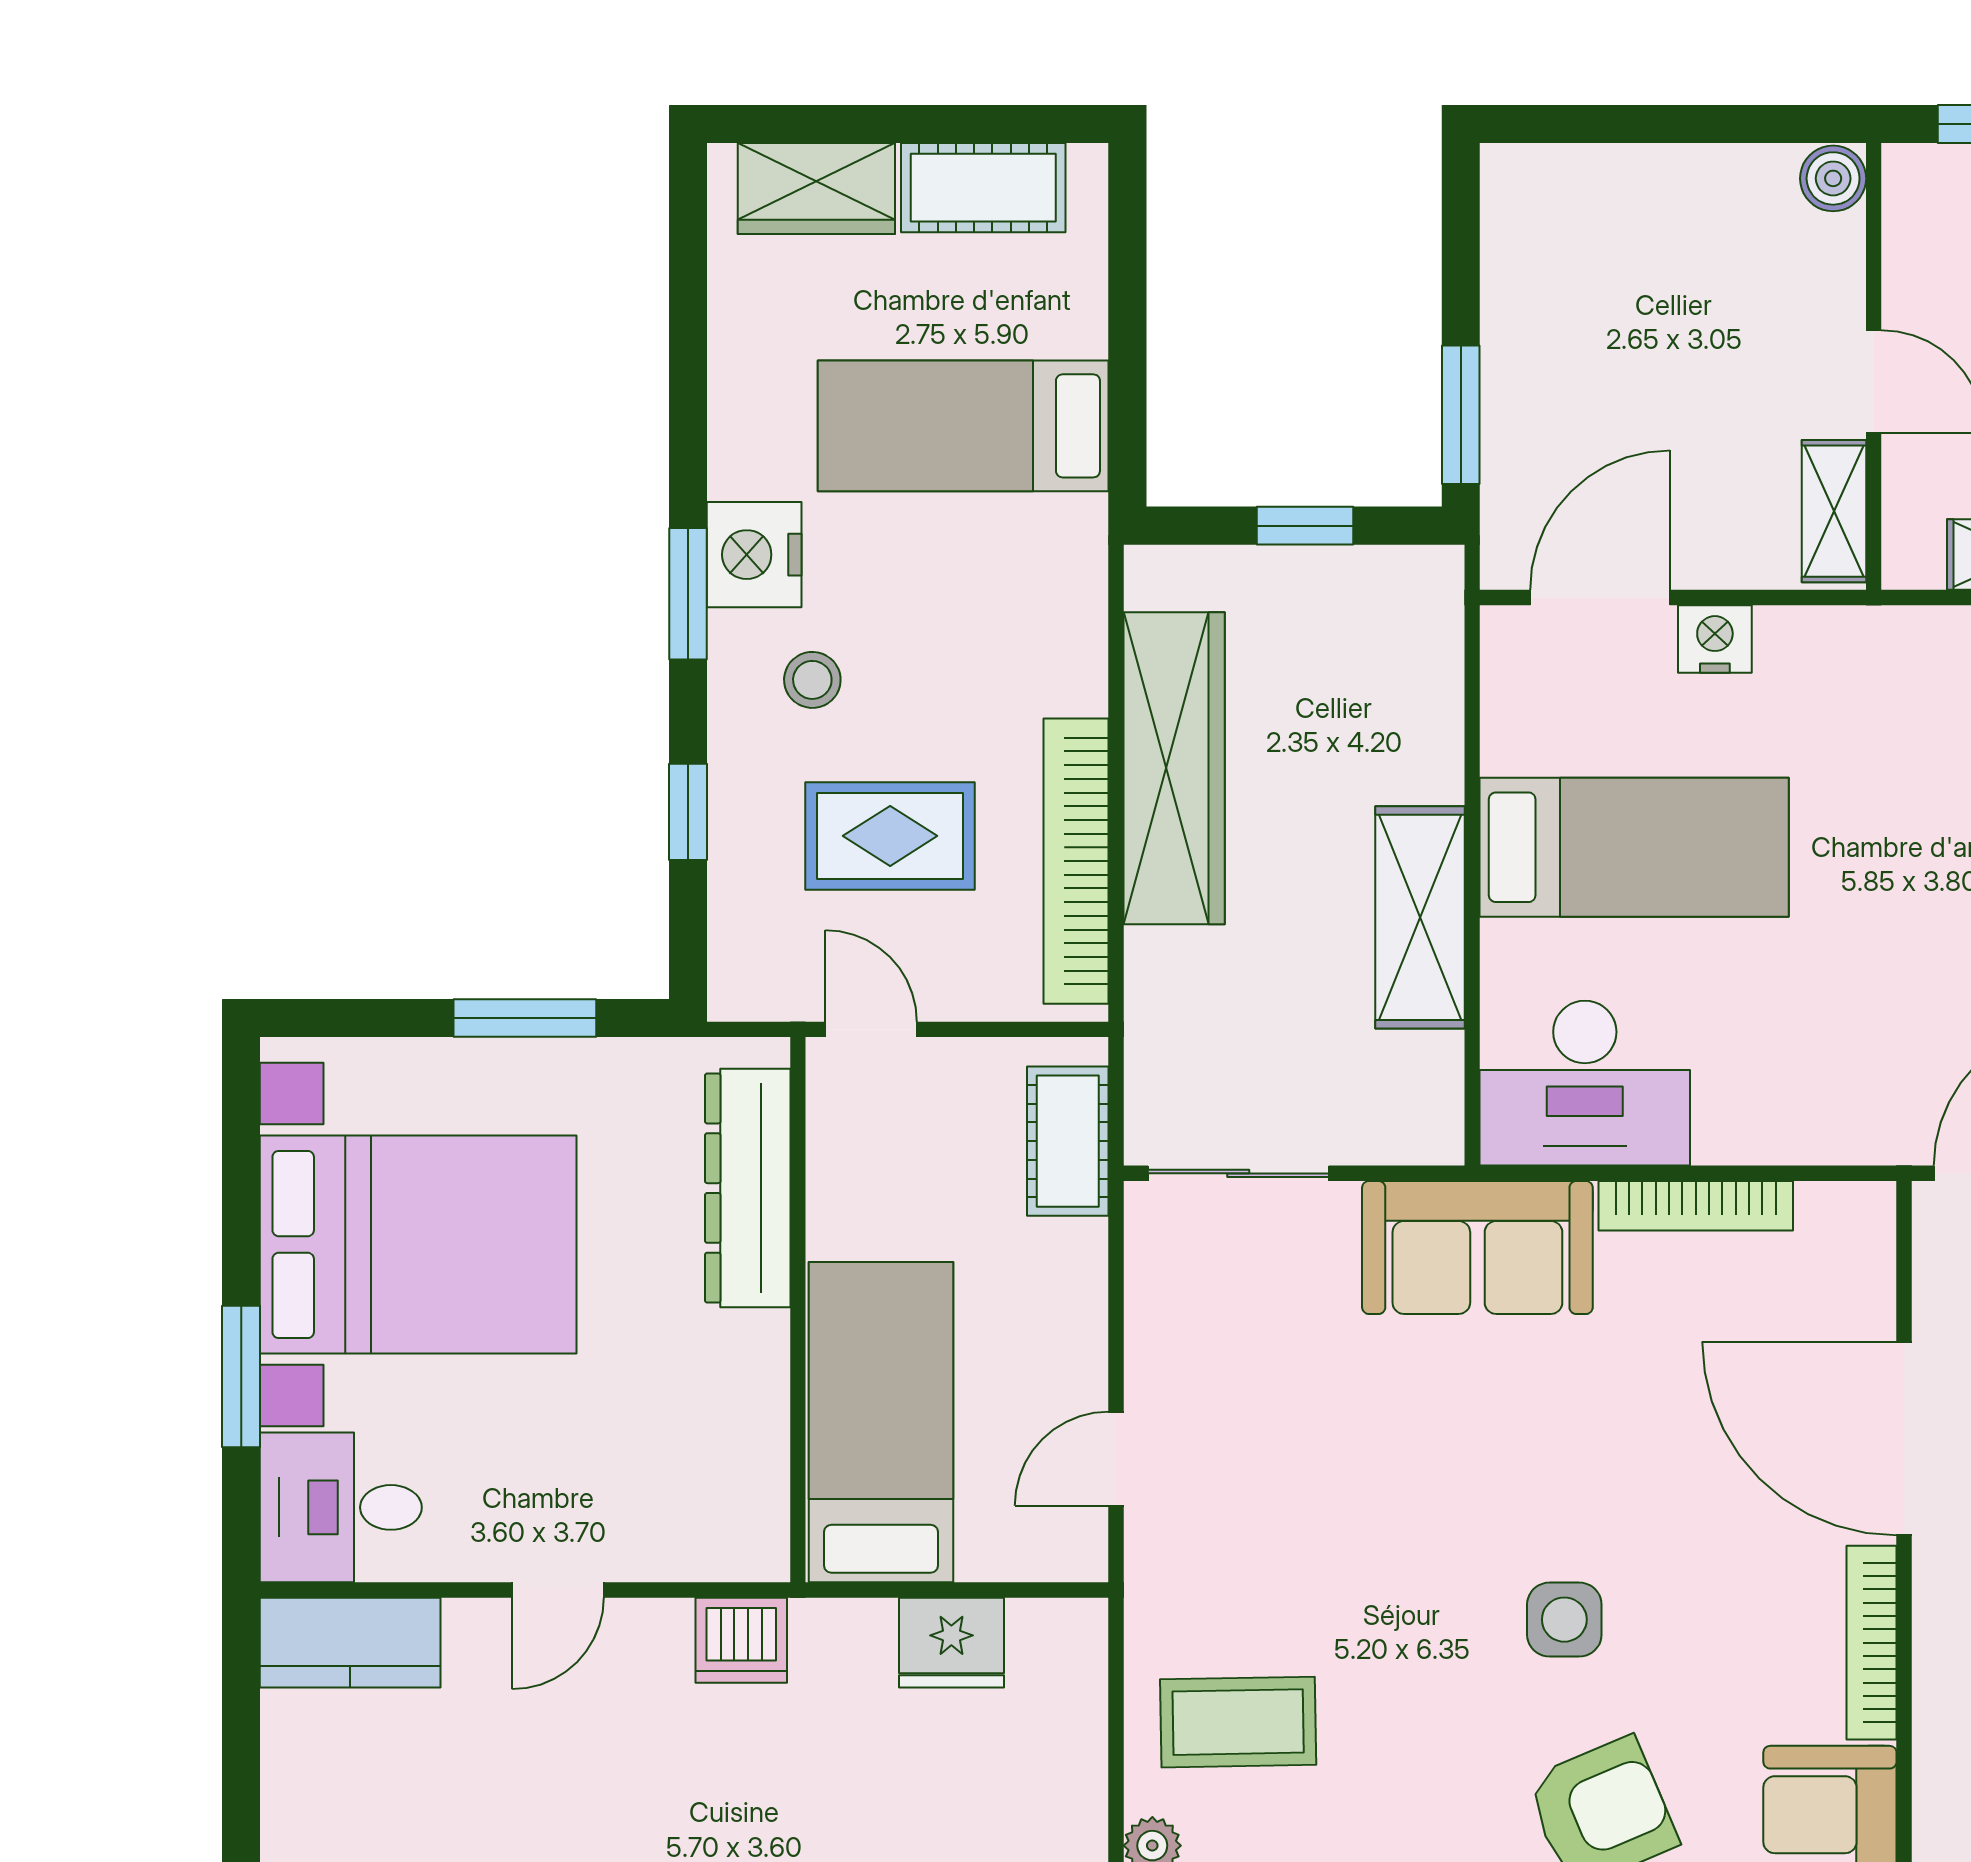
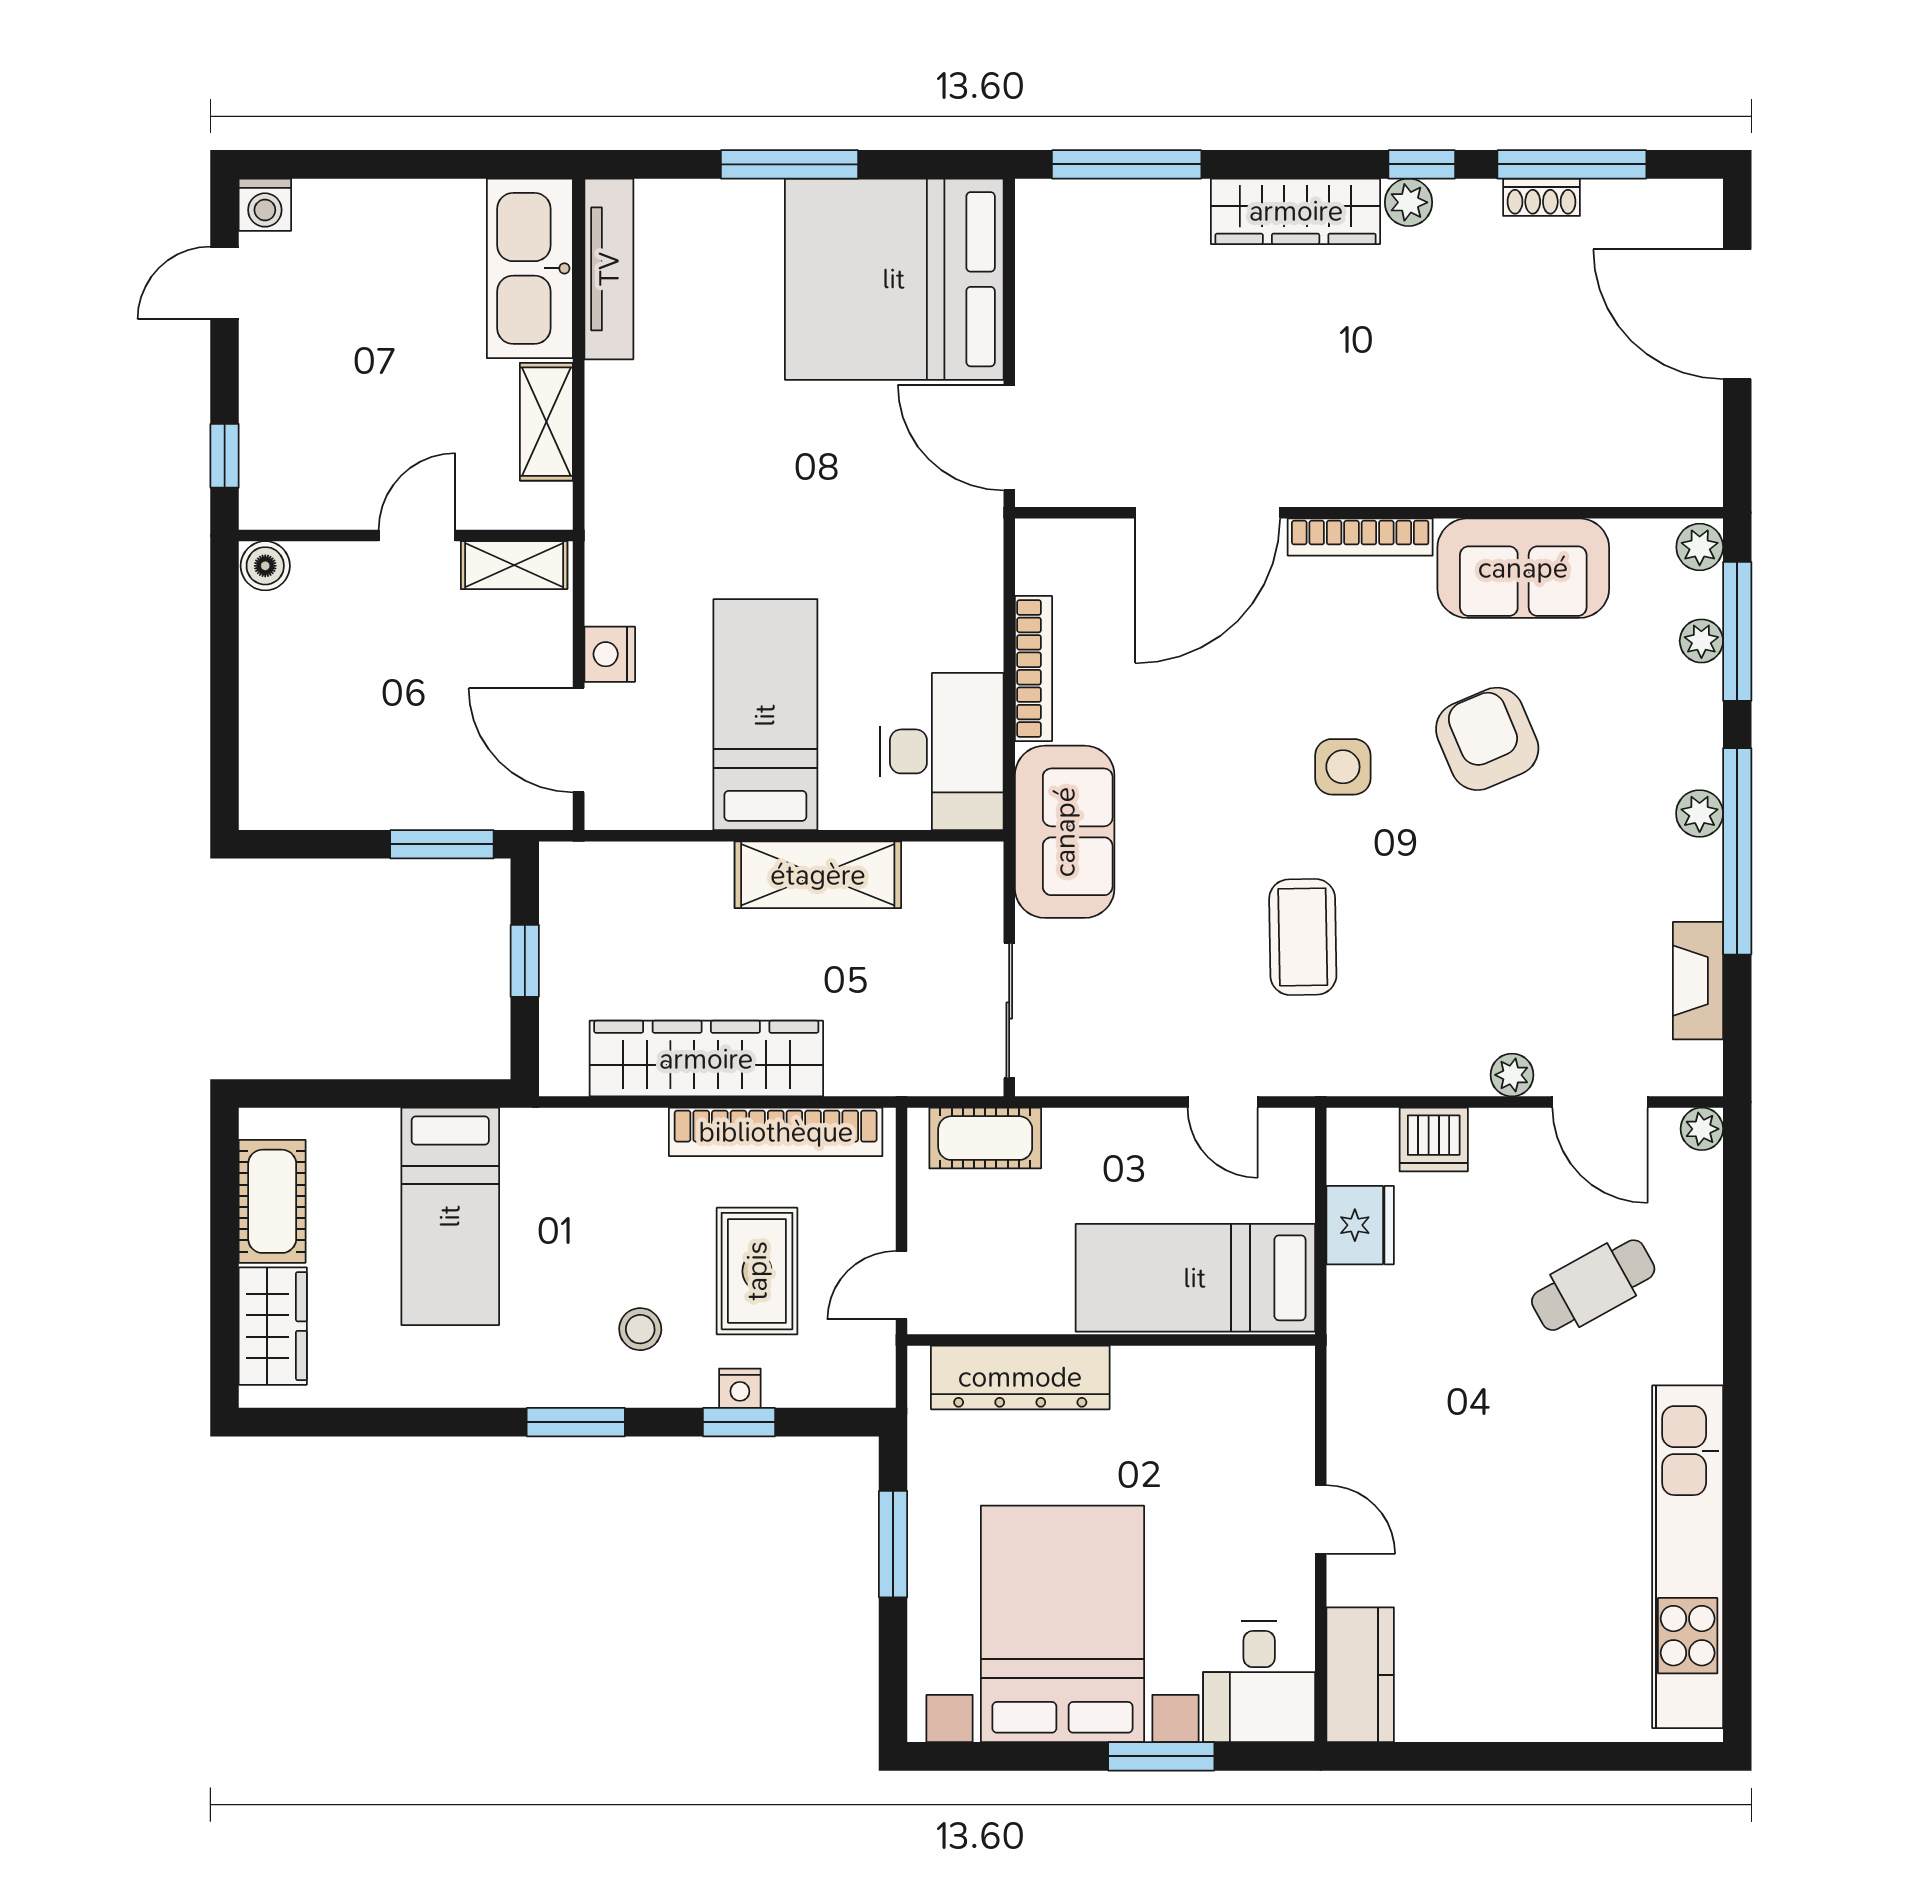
nightstand: (754, 555) -> (740, 1388), moved, width x0.53, depth x0.56
dishwasher: (741, 1640) -> (1434, 1140), moved, turned 90
coffee table: (1238, 1722) -> (1303, 937), moved

